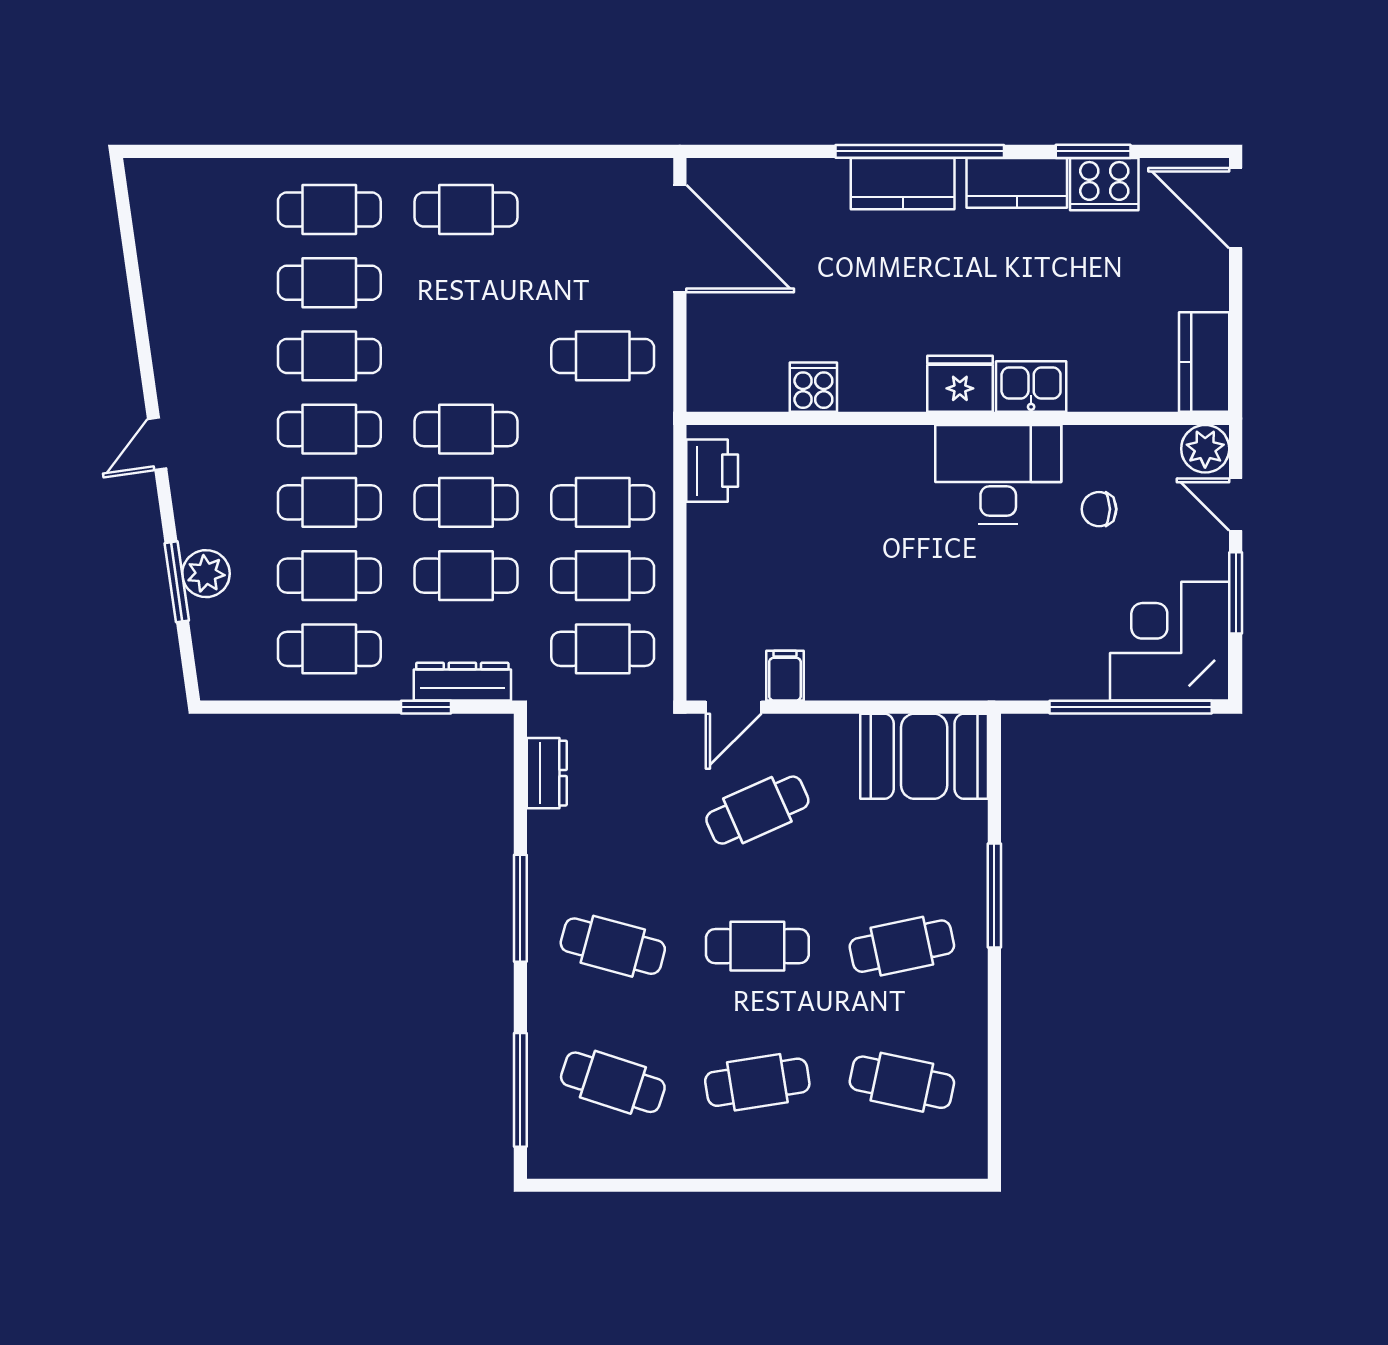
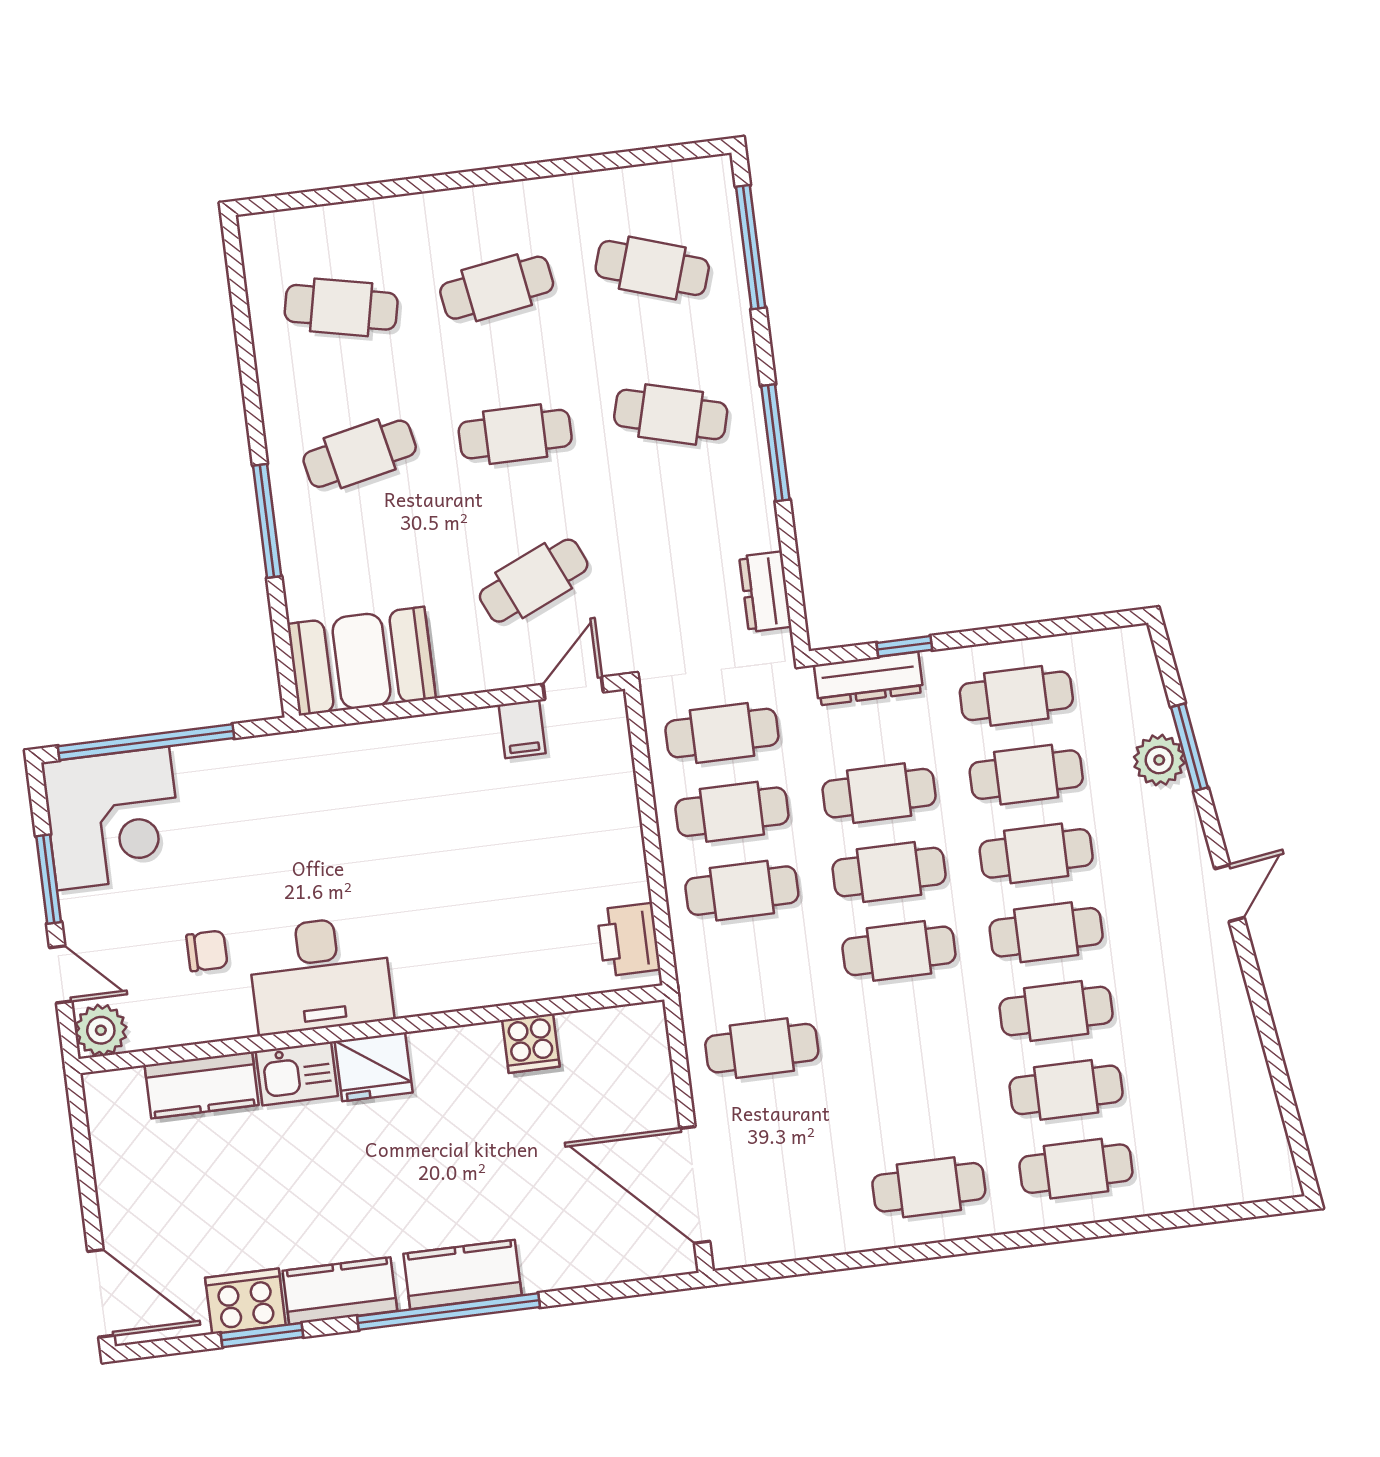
kitchen counter: (1204, 362) -> (202, 1085), moved, turned 90

